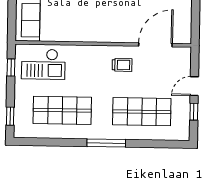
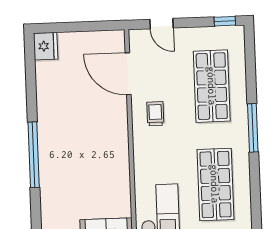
door: (194, 86) -> (161, 24), moved
window: (194, 112) -> (225, 21), moved

